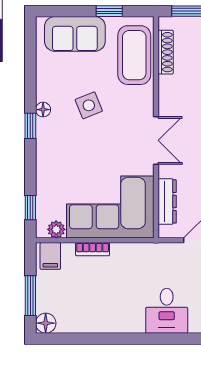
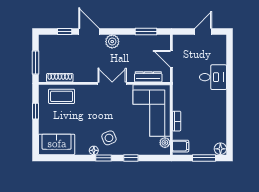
sofa: (75, 34) -> (57, 144), moved, turned -90
coffee table: (134, 55) -> (62, 96), width x0.73, depth x0.76
side table: (89, 105) -> (109, 138), moved
window: (30, 208) -> (131, 158), moved

